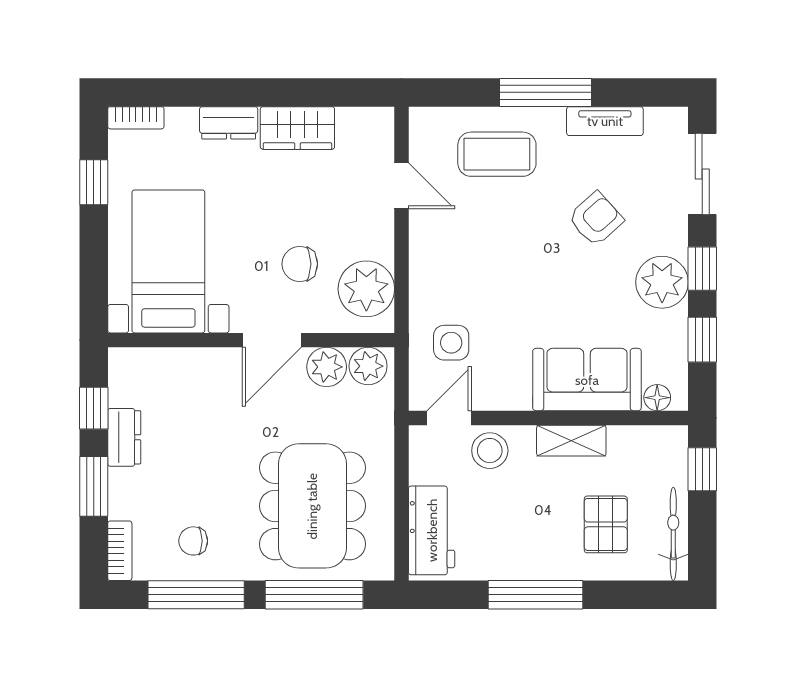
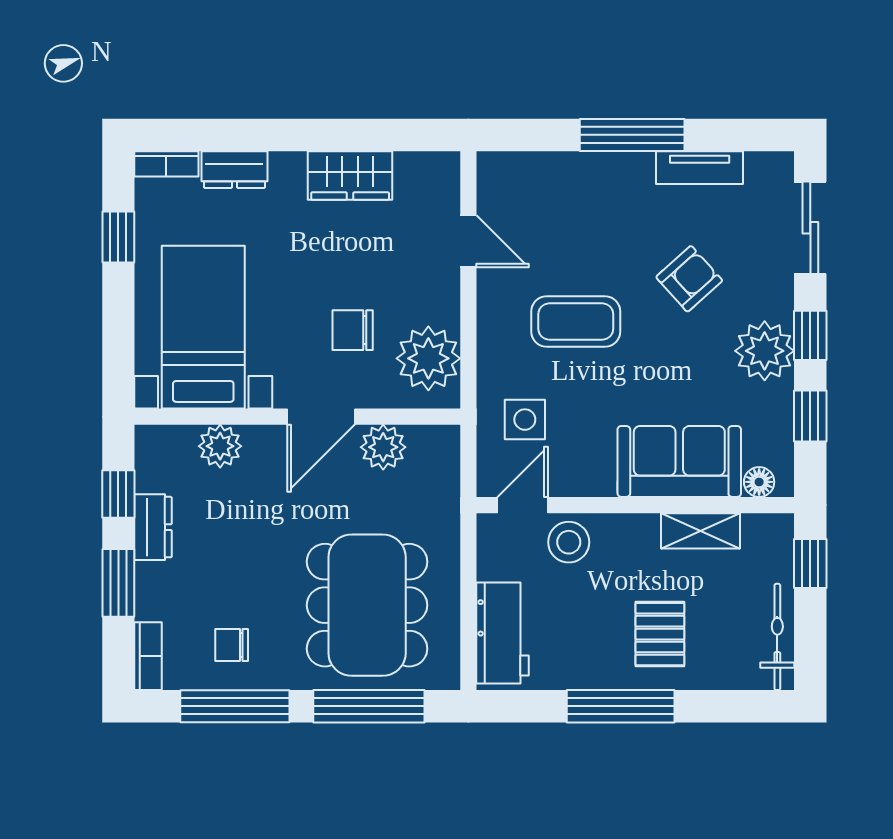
dresser: (229, 123) -> (234, 170), moved
coffee table: (497, 154) -> (576, 321), moved
plant: (368, 366) -> (220, 446), moved
shelving: (571, 441) -> (701, 531), moved
pallet: (606, 524) -> (660, 634), moved

